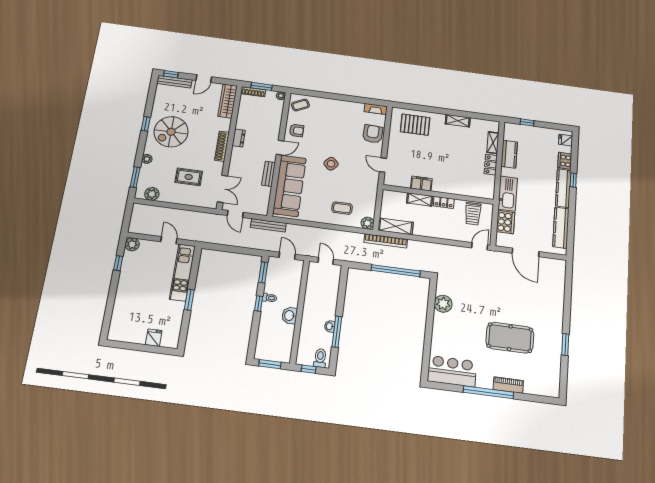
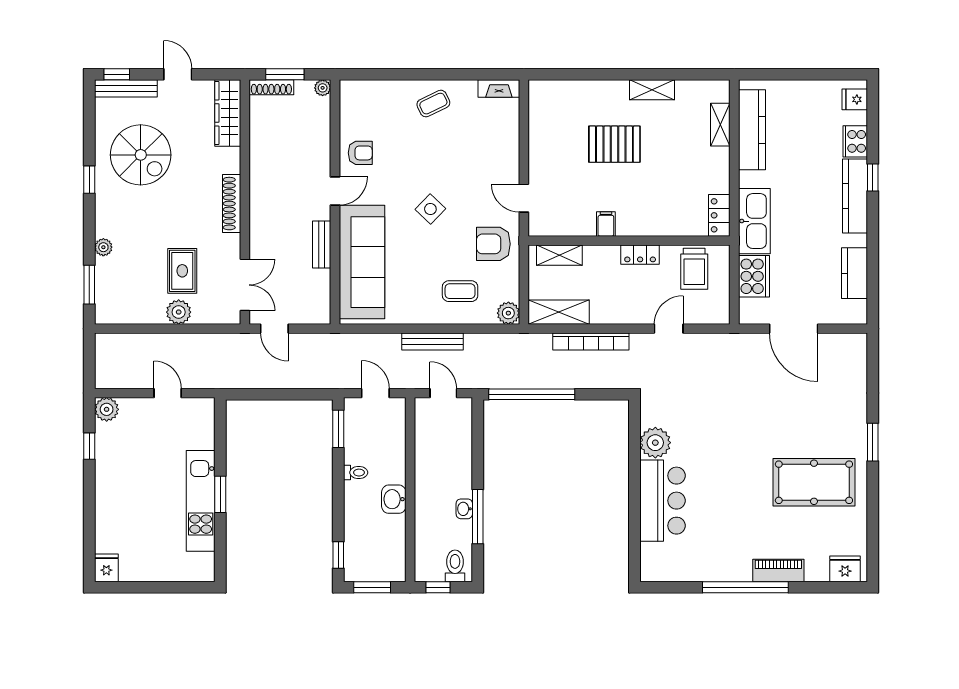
door: (204, 79) -> (178, 74), swing flipped
coffee table: (300, 105) -> (433, 104), moved
window: (527, 122) -> (781, 74), removed
pallet: (415, 125) -> (614, 144), moved
spiral stairs: (171, 132) -> (141, 155), moved, turned -90
armchair: (373, 134) -> (493, 244), moved, turned -93
dresser: (239, 138) -> (259, 183), removed
kitchen counter: (509, 154) -> (752, 130), width x1.50
locker: (491, 165) -> (719, 215), moved
rug: (189, 177) -> (182, 271), turned 90
filing cabinet: (421, 184) -> (606, 224), width x0.50
plant: (152, 194) -> (179, 312), moved
shelving: (420, 200) -> (559, 255), moved
bench: (268, 225) -> (433, 342), moved
kitchen counter: (561, 228) -> (855, 273), width x0.67
bookcase: (386, 241) -> (591, 342), moved
door: (480, 246) -> (669, 329), moved
window: (396, 271) -> (532, 394), moved
kitchen unit: (182, 273) -> (201, 501), moved
window: (259, 303) -> (338, 555), moved
fridge: (154, 338) -> (106, 568), moved
pool table: (510, 338) -> (814, 482), moved
window: (565, 345) -> (873, 442), moved
bar counter: (452, 371) -> (662, 501), moved, turned 90
fridge: (547, 389) -> (845, 569), added

